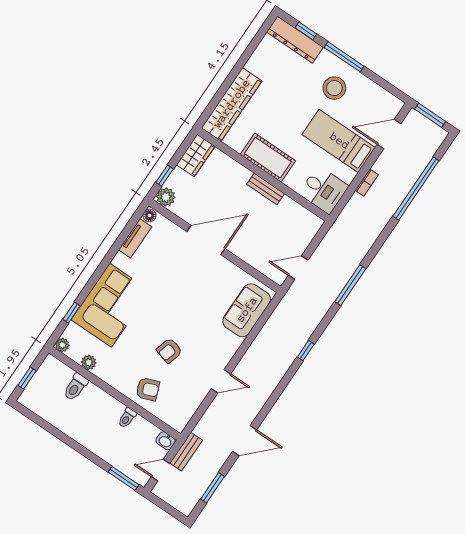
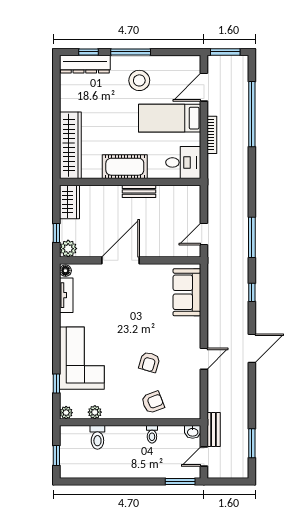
bookcase: (367, 183) -> (212, 135), width x1.56
window: (350, 285) -> (252, 237), moved
door: (245, 441) -> (252, 348), moved

